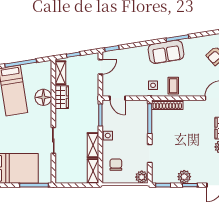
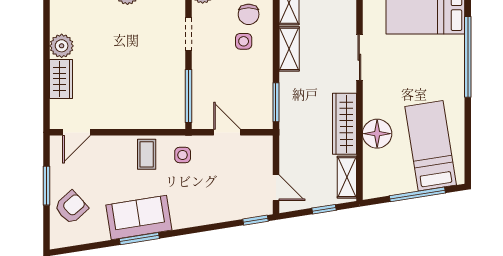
sofa: (166, 52) -> (139, 218), moved
door: (100, 67) -> (276, 188), swing flipped
wardrobe: (62, 97) -> (344, 124), width x1.50
door: (118, 98) -> (227, 132), moved
shoe rack: (167, 105) -> (157, 121), removed
side table: (108, 136) -> (244, 41), moved

